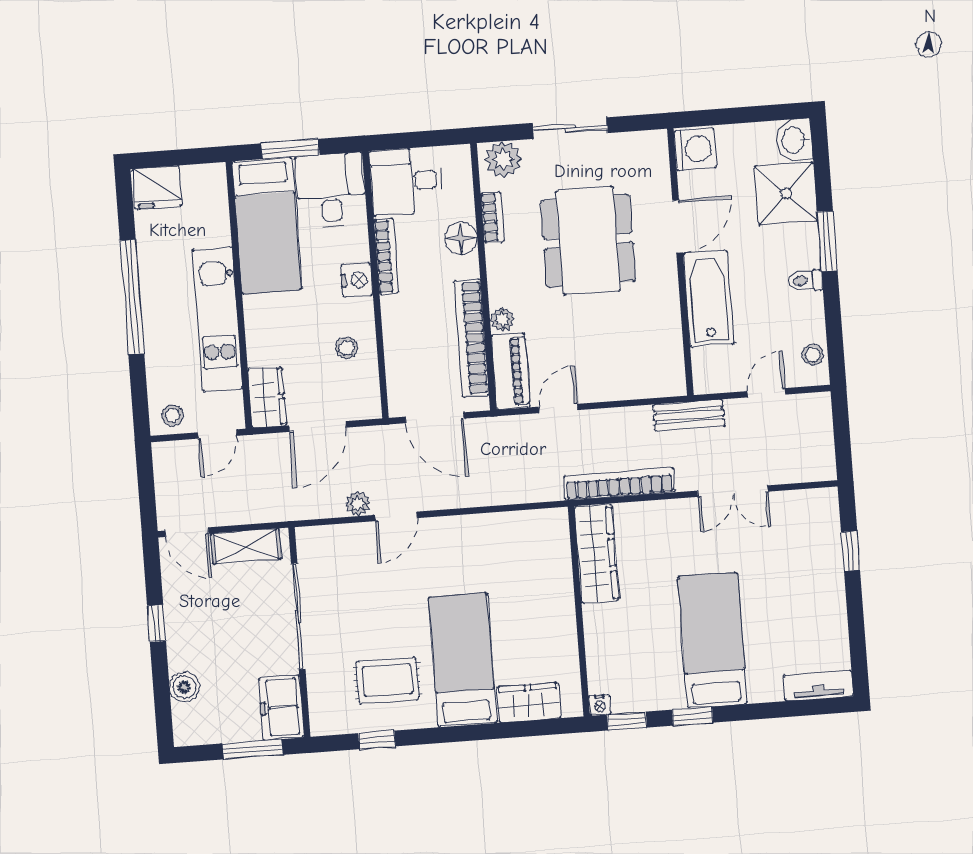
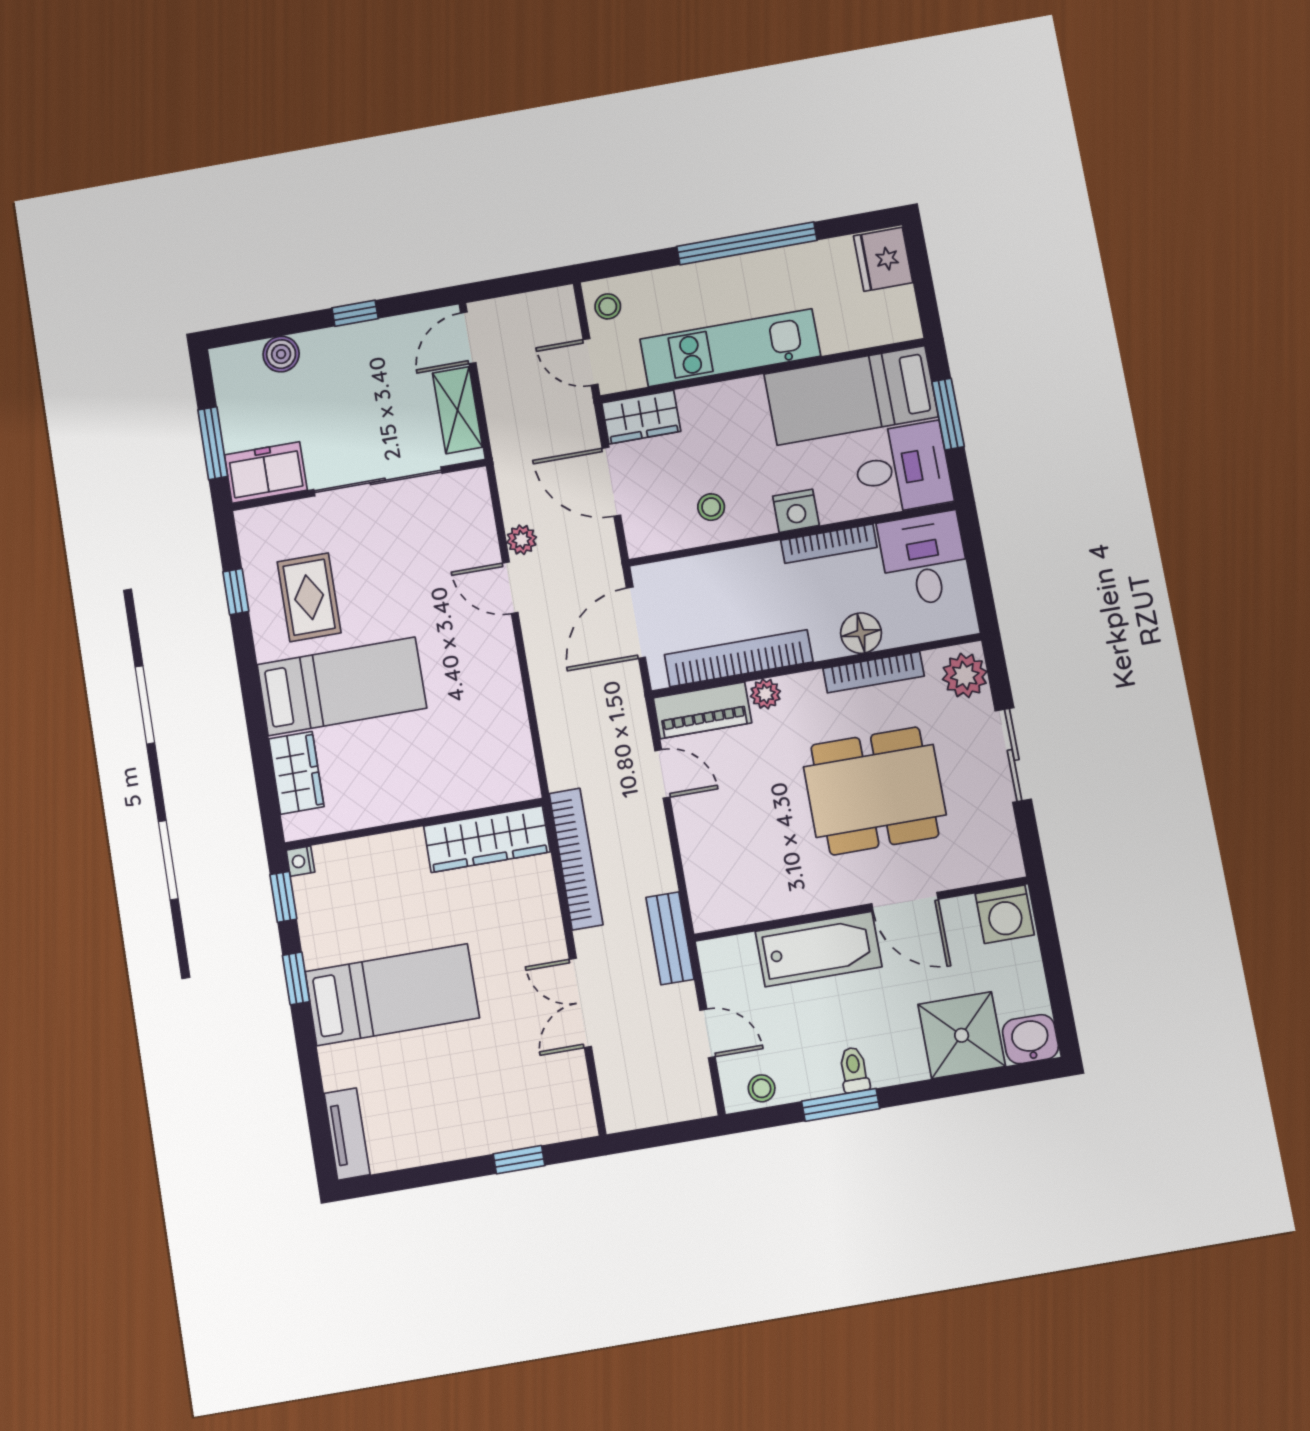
bookcase: (492, 217) -> (873, 672), width x1.56
window: (827, 241) -> (841, 1105), moved

